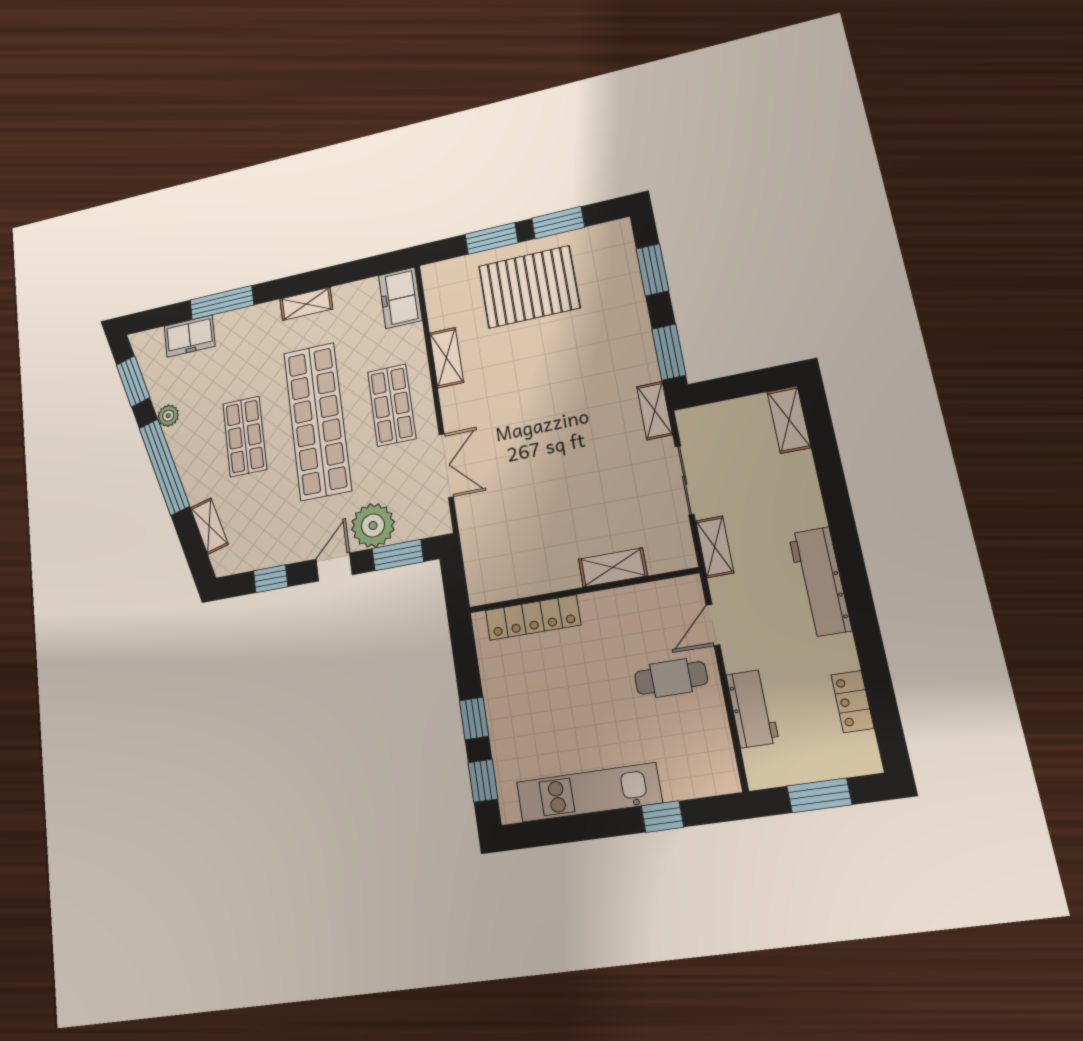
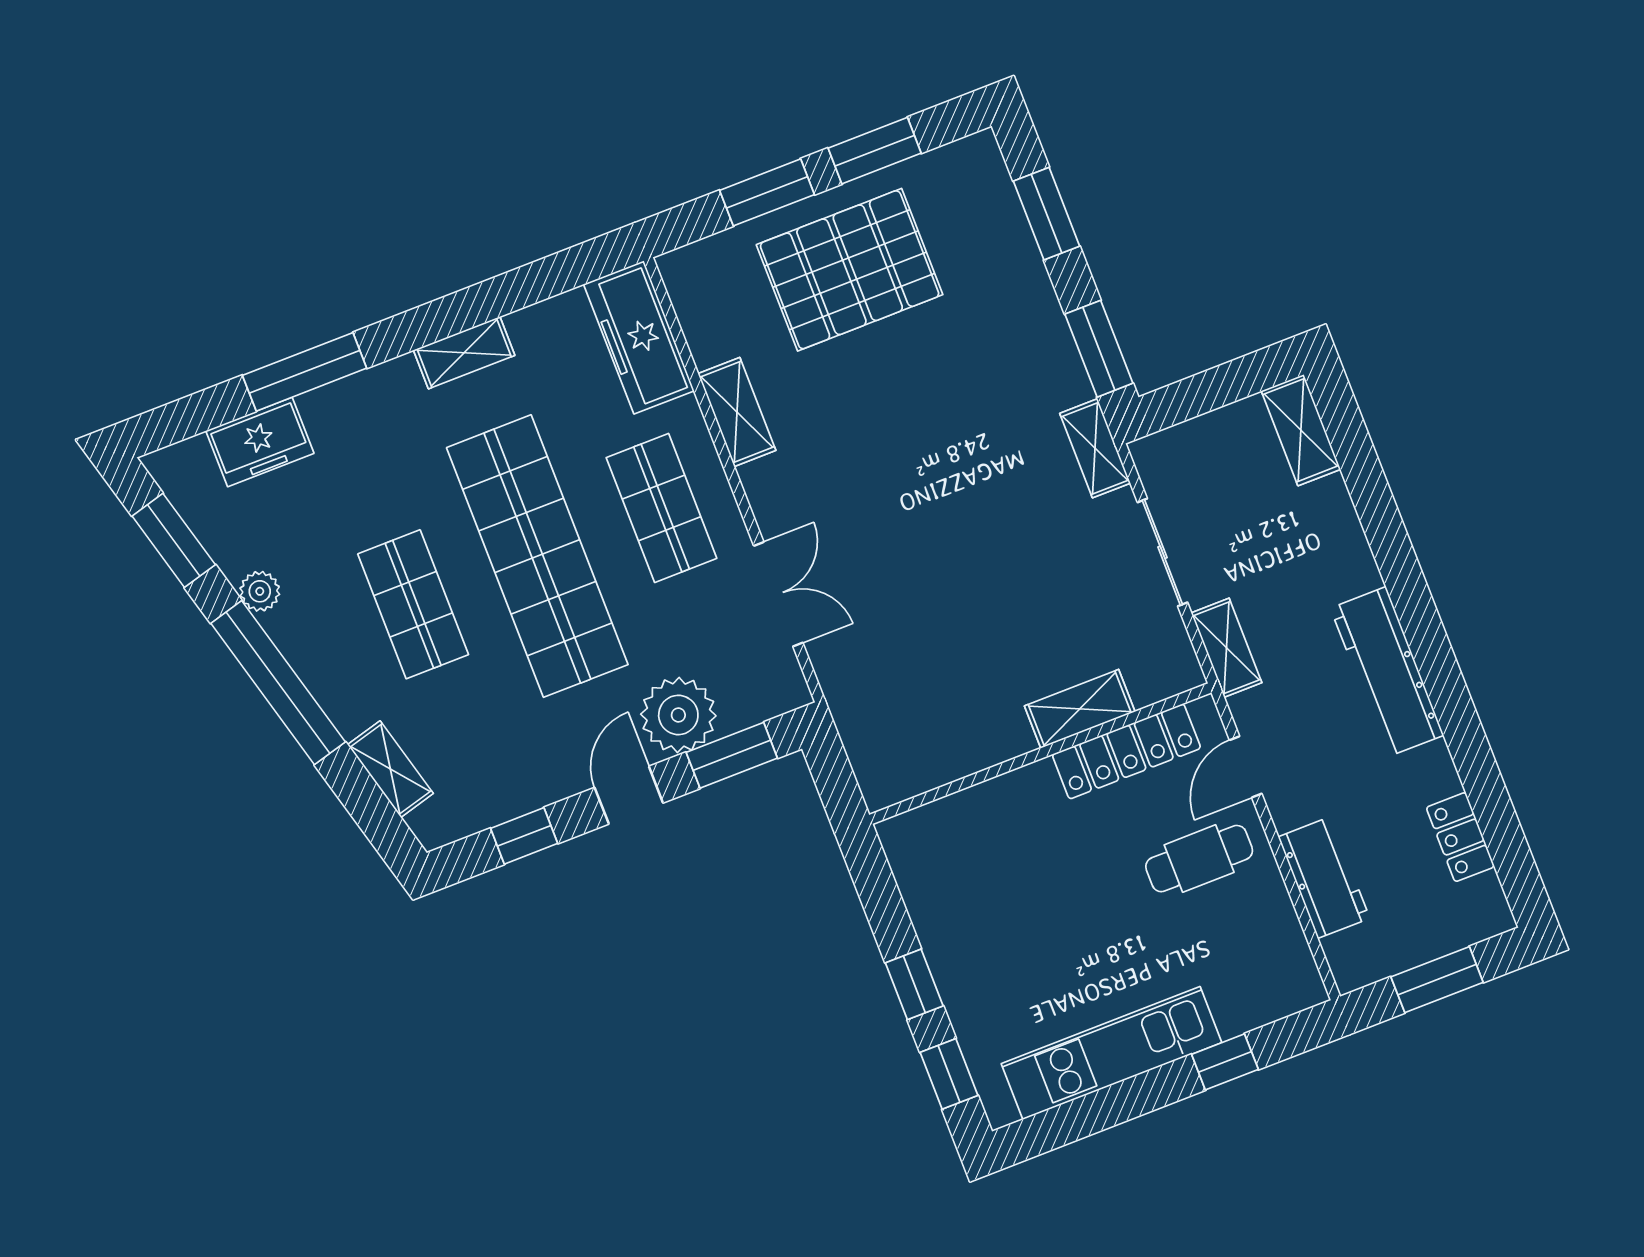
freezer: (400, 298) -> (639, 337), width x1.40
locker: (533, 618) -> (1126, 751), moved

